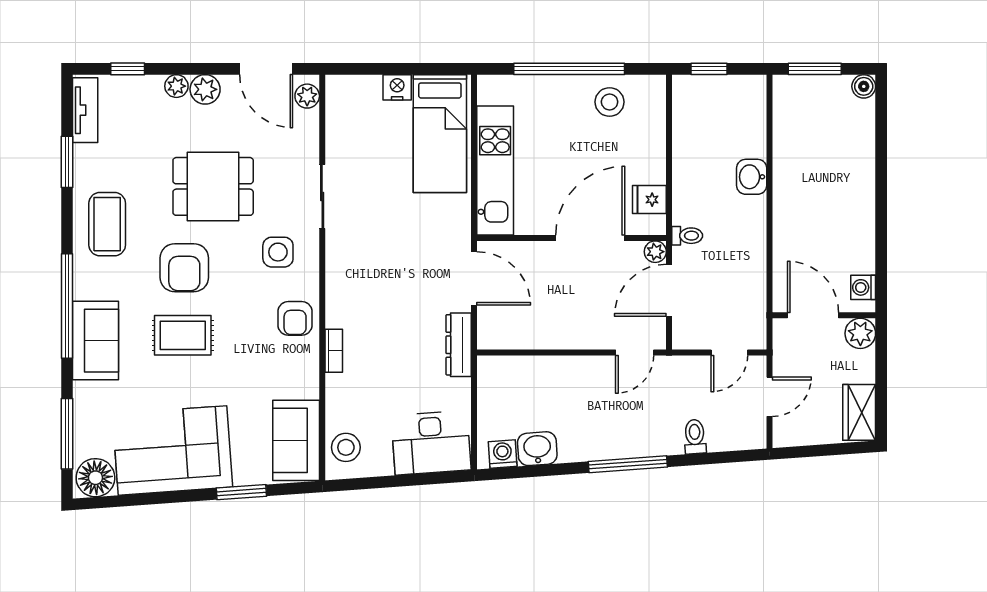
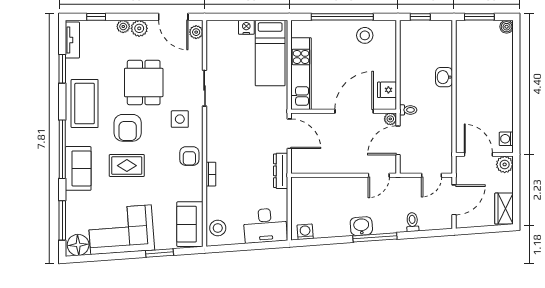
dining table: (213, 186) -> (144, 83), turned 90
coffee table: (107, 224) -> (85, 104), width x1.36, depth x1.32
door: (769, 397) -> (454, 200), width x1.38
washbasin: (537, 449) -> (361, 226), moved

